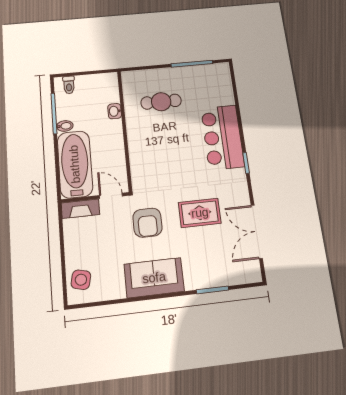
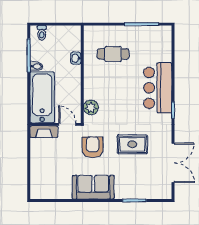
plant: (140, 170) -> (91, 107), added
armchair: (147, 223) -> (93, 147), turned 180
double door: (257, 232) -> (173, 163), swing flipped
side table: (81, 280) -> (41, 183), removed

